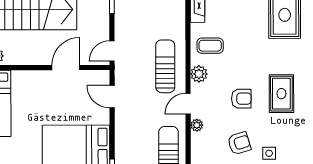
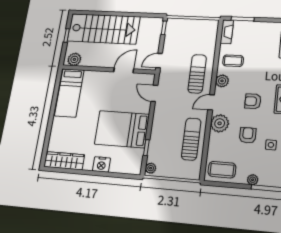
armchair: (241, 99) -> (253, 101), turned 180
plant: (197, 125) -> (220, 123), width x1.87, depth x1.87
armchair: (239, 143) -> (248, 135), turned -73

